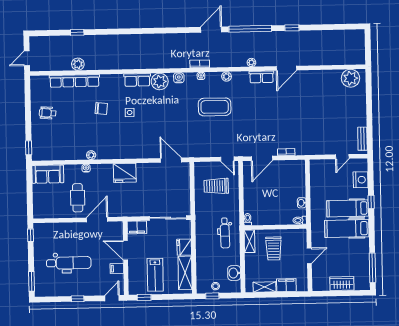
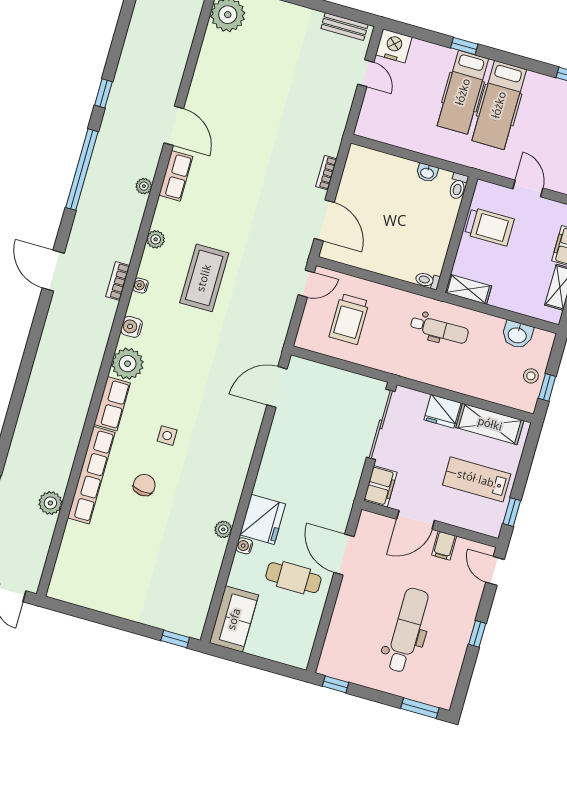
door: (211, 30) -> (53, 271), moved
row of seats: (74, 81) -> (91, 475), moved
wheelchair: (48, 113) -> (122, 585), removed
fridge: (125, 173) -> (263, 519), moved
nightstand: (361, 180) -> (394, 46), moved
trolley: (274, 248) -> (489, 227), moved
lab bench: (155, 275) -> (477, 479), turned 180

